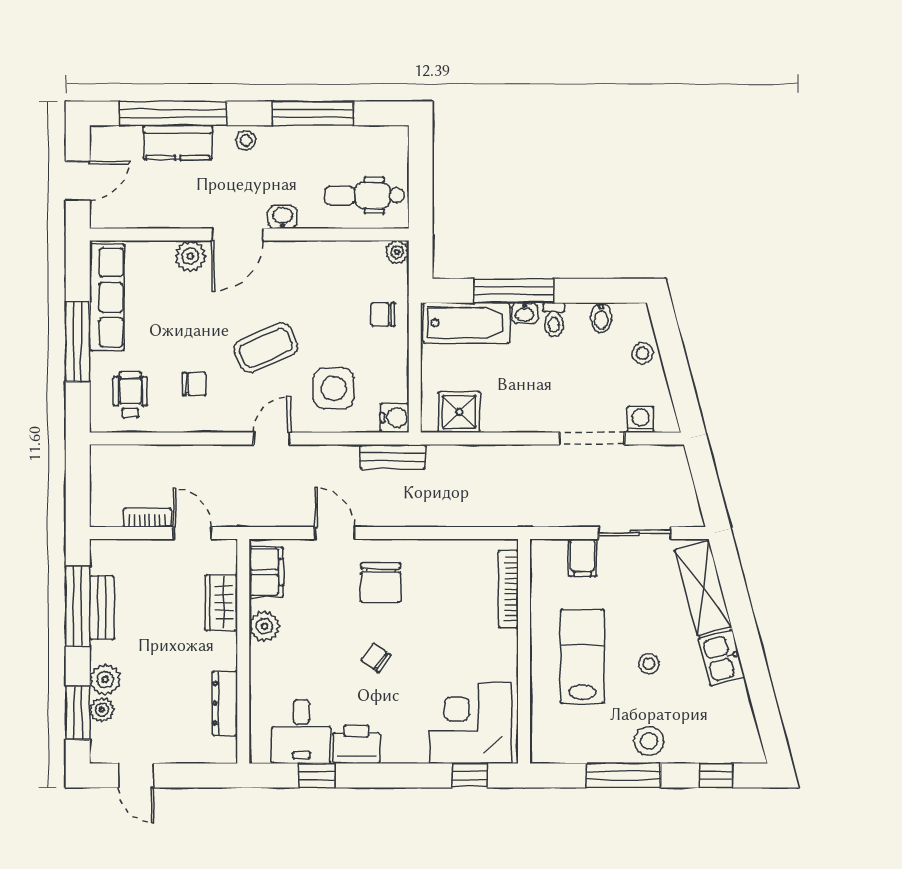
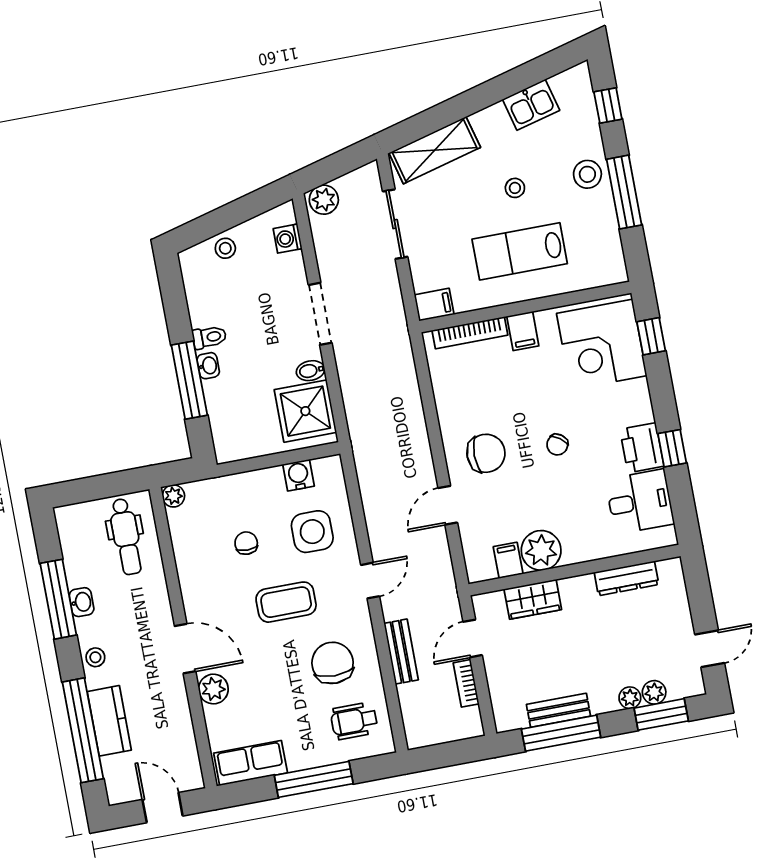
washbasin: (282, 217) -> (82, 602), moved, turned 180
row of seats: (107, 297) -> (251, 763), width x0.68
chair: (383, 314) -> (246, 543), moved, turned 180
bidet: (601, 318) -> (311, 371), moved, turned 180
bathtub: (466, 323) -> (228, 419), removed
coffee table: (266, 348) -> (286, 602), turned -66
chair: (194, 384) -> (333, 663), width x1.87, depth x1.87
shower: (459, 412) -> (305, 411), width x1.36, depth x1.36
water cooler: (394, 418) -> (298, 475), moved
door: (272, 438) -> (370, 581), swing flipped
doorway: (592, 438) -> (320, 314), moved
bench: (393, 457) -> (401, 652), moved
plant: (674, 464) -> (324, 200), added
filing cabinet: (583, 558) -> (434, 305), moved
filing cabinet: (266, 572) -> (508, 560), width x0.50
plant: (264, 626) -> (541, 550), width x1.36, depth x1.36
filing cabinet: (500, 644) -> (523, 331), added
kitchen sink: (721, 658) -> (531, 105), moved
plant: (105, 679) -> (630, 698), width x0.73, depth x0.73
window: (317, 775) -> (672, 448), moved

